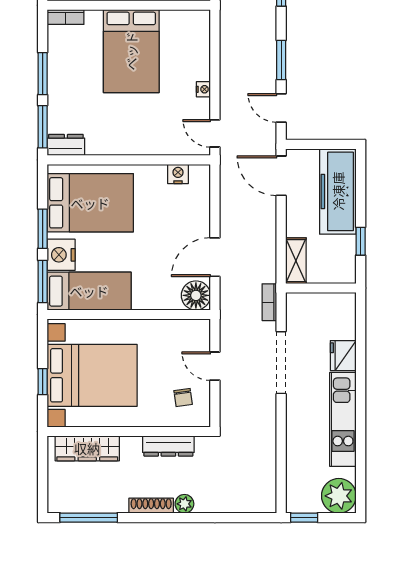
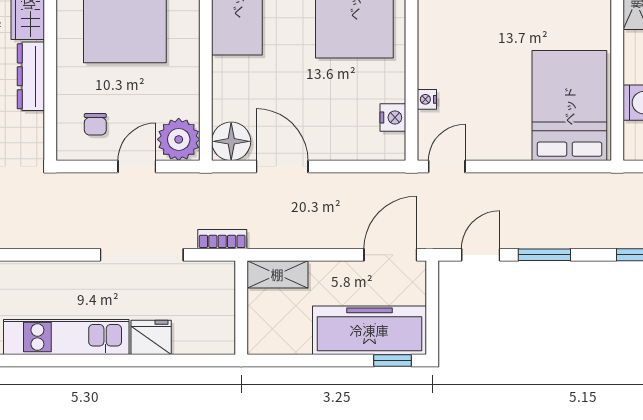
bed: (131, 51) -> (569, 106), moved, turned 90
nightstand: (203, 89) -> (427, 99), moved, turned 90
window: (361, 241) -> (393, 361), moved
plant: (194, 335) -> (179, 139), added
chair: (183, 398) -> (95, 124), turned -82
dresser: (168, 446) -> (31, 76), moved

